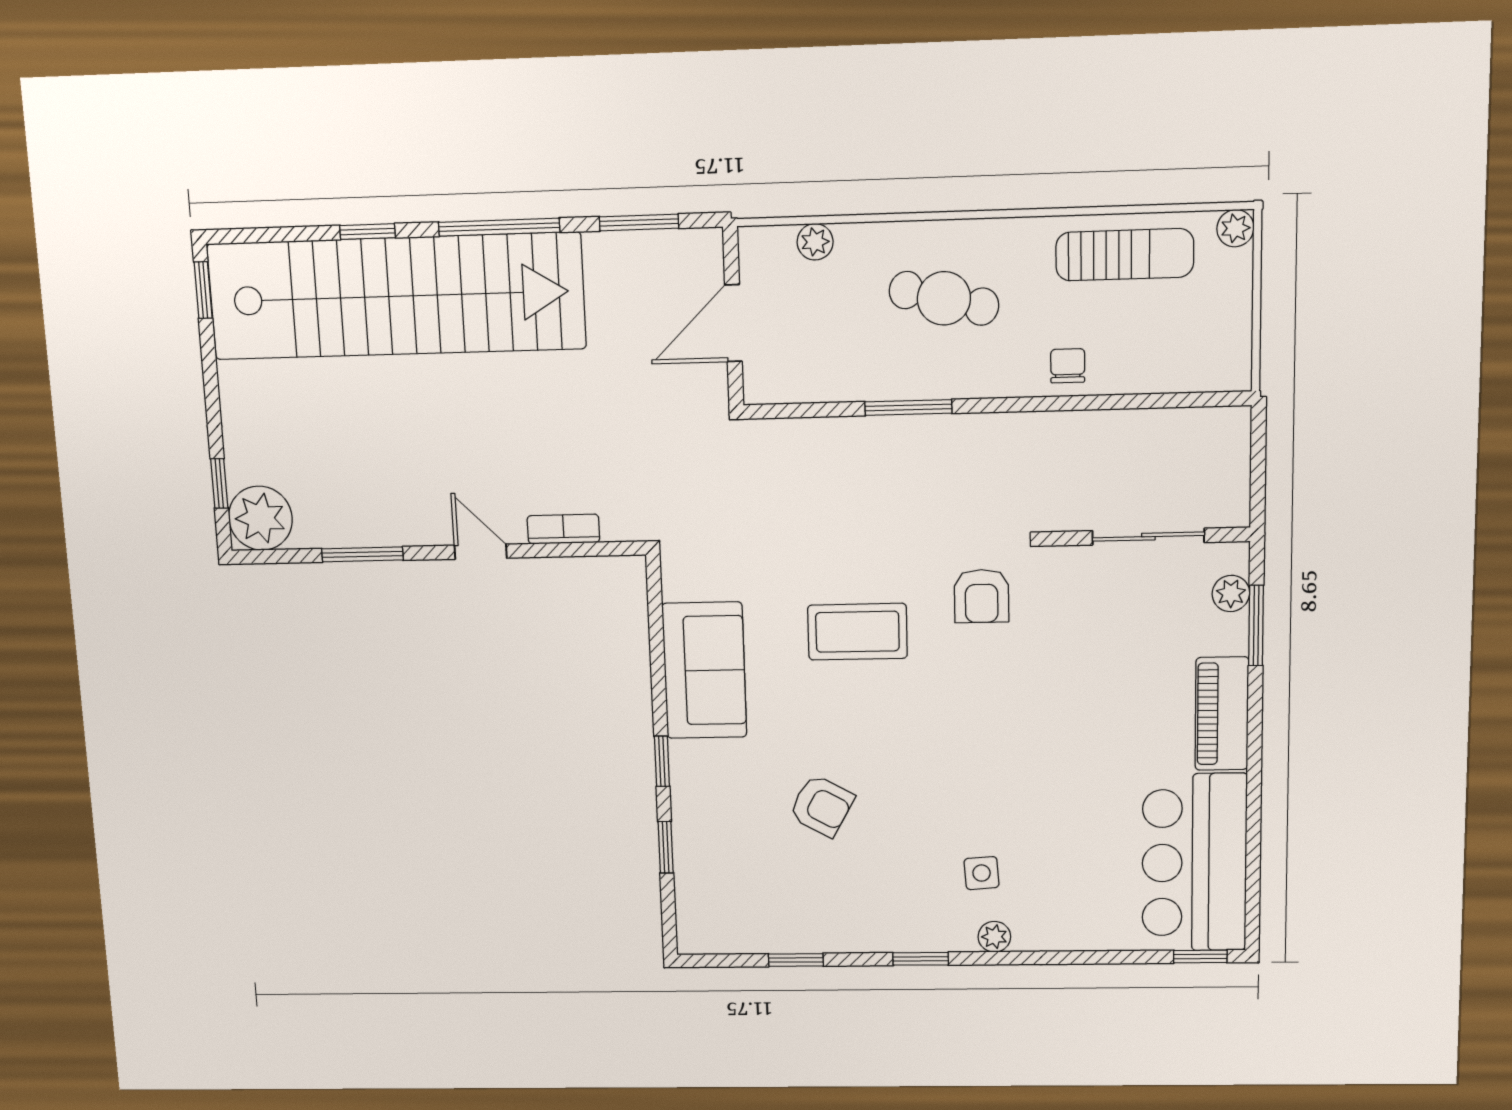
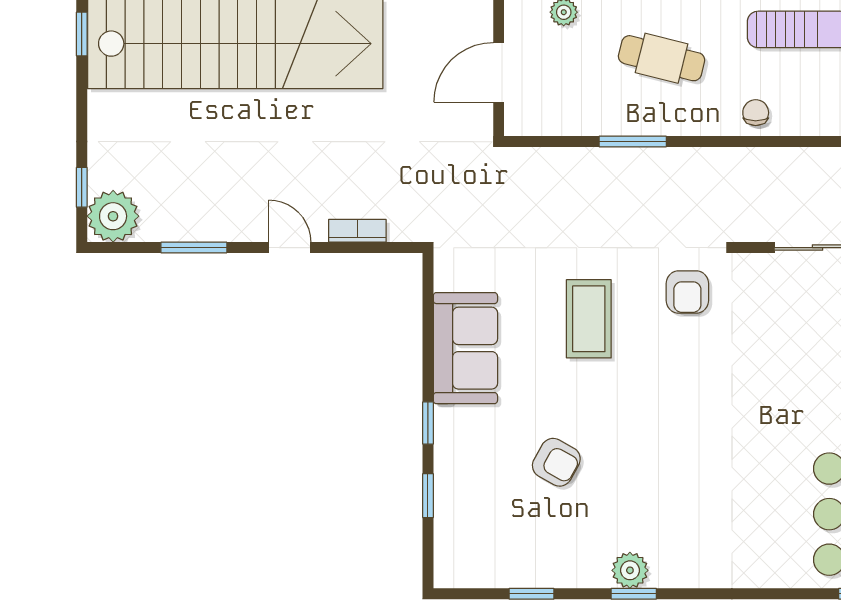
coffee table: (857, 632) -> (589, 319), turned 90
side table: (982, 873) -> (684, 521), removed
plant: (994, 937) -> (630, 570), moved, width x1.38, depth x1.38

